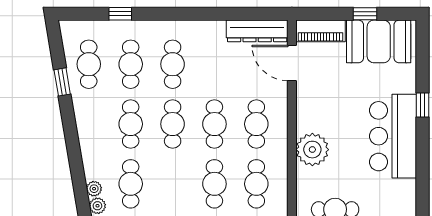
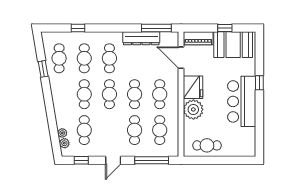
window: (251, 14) -> (156, 28), added
dresser: (257, 31) -> (141, 38), moved
fridge: (312, 113) -> (193, 87), added

